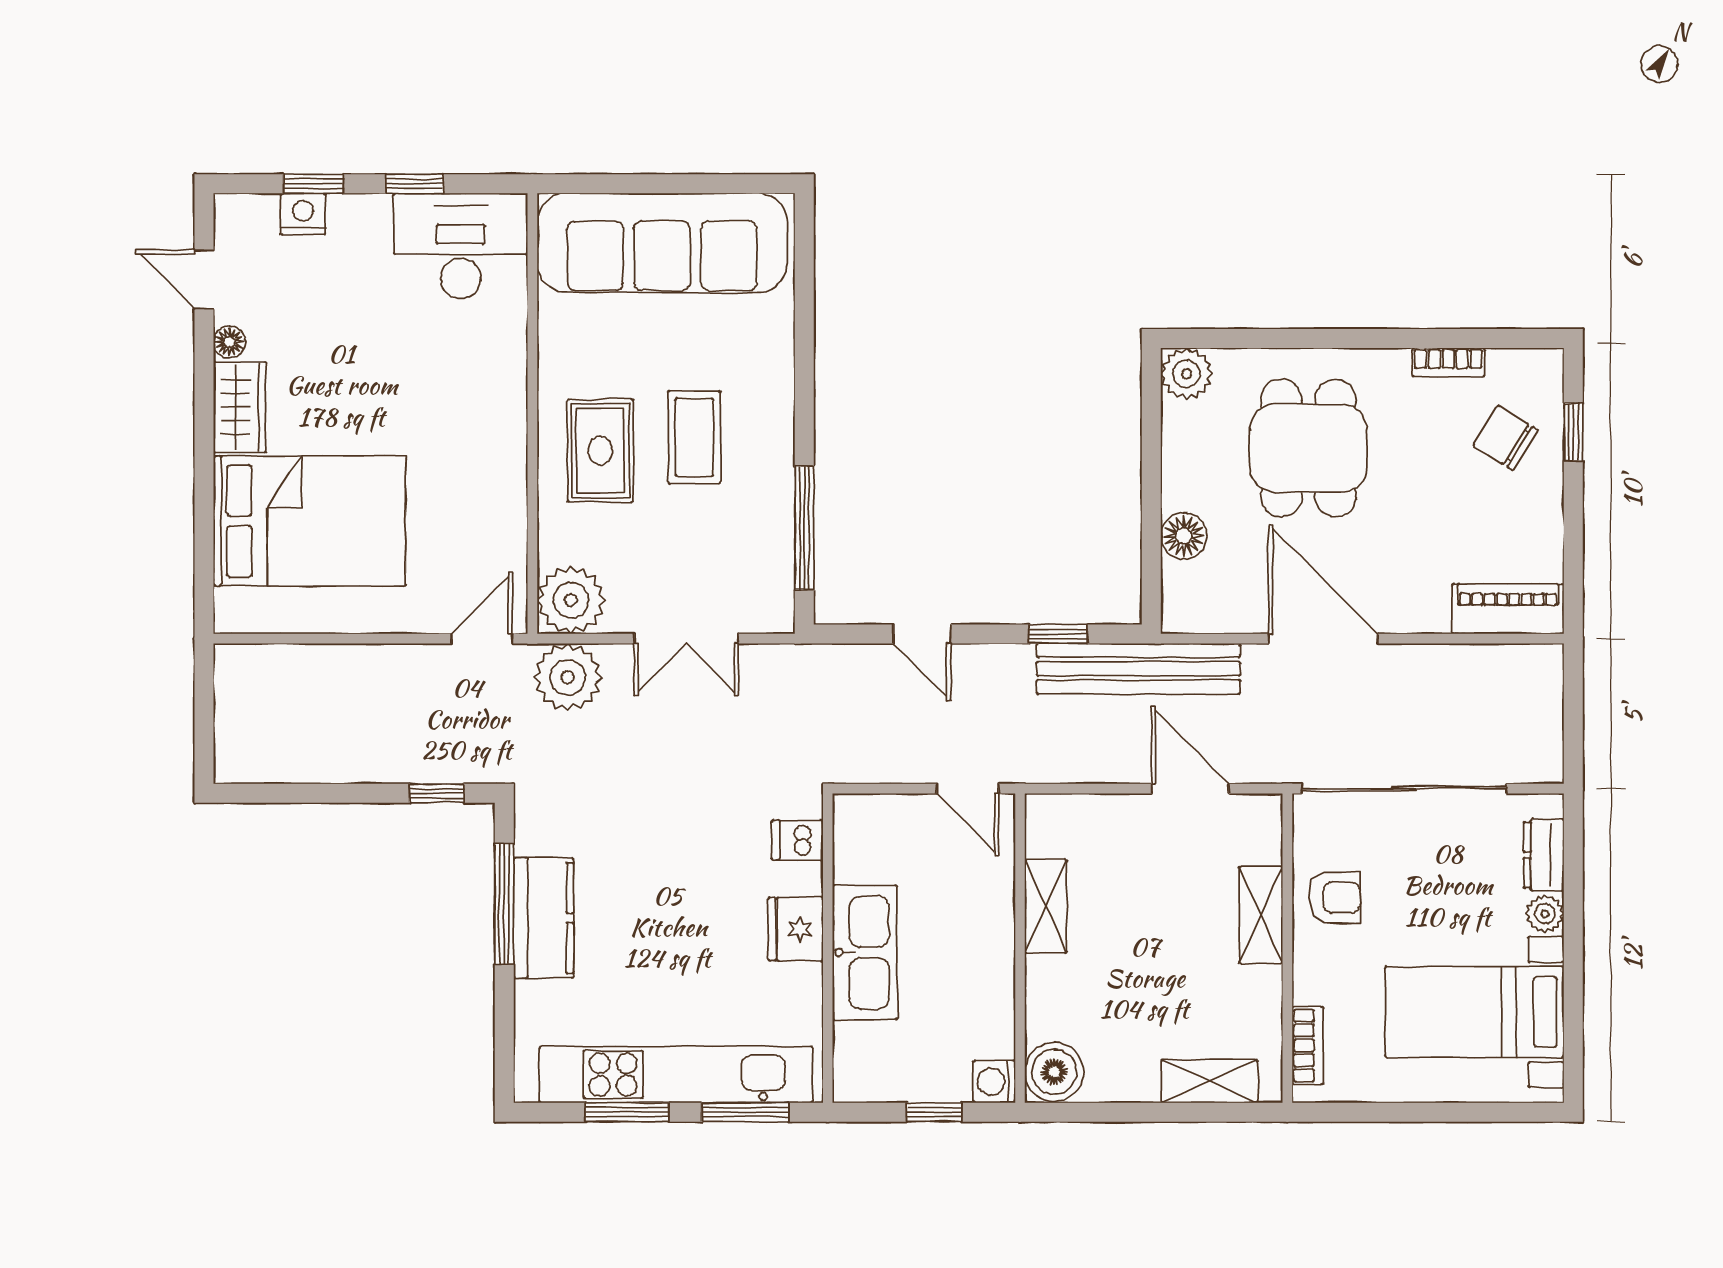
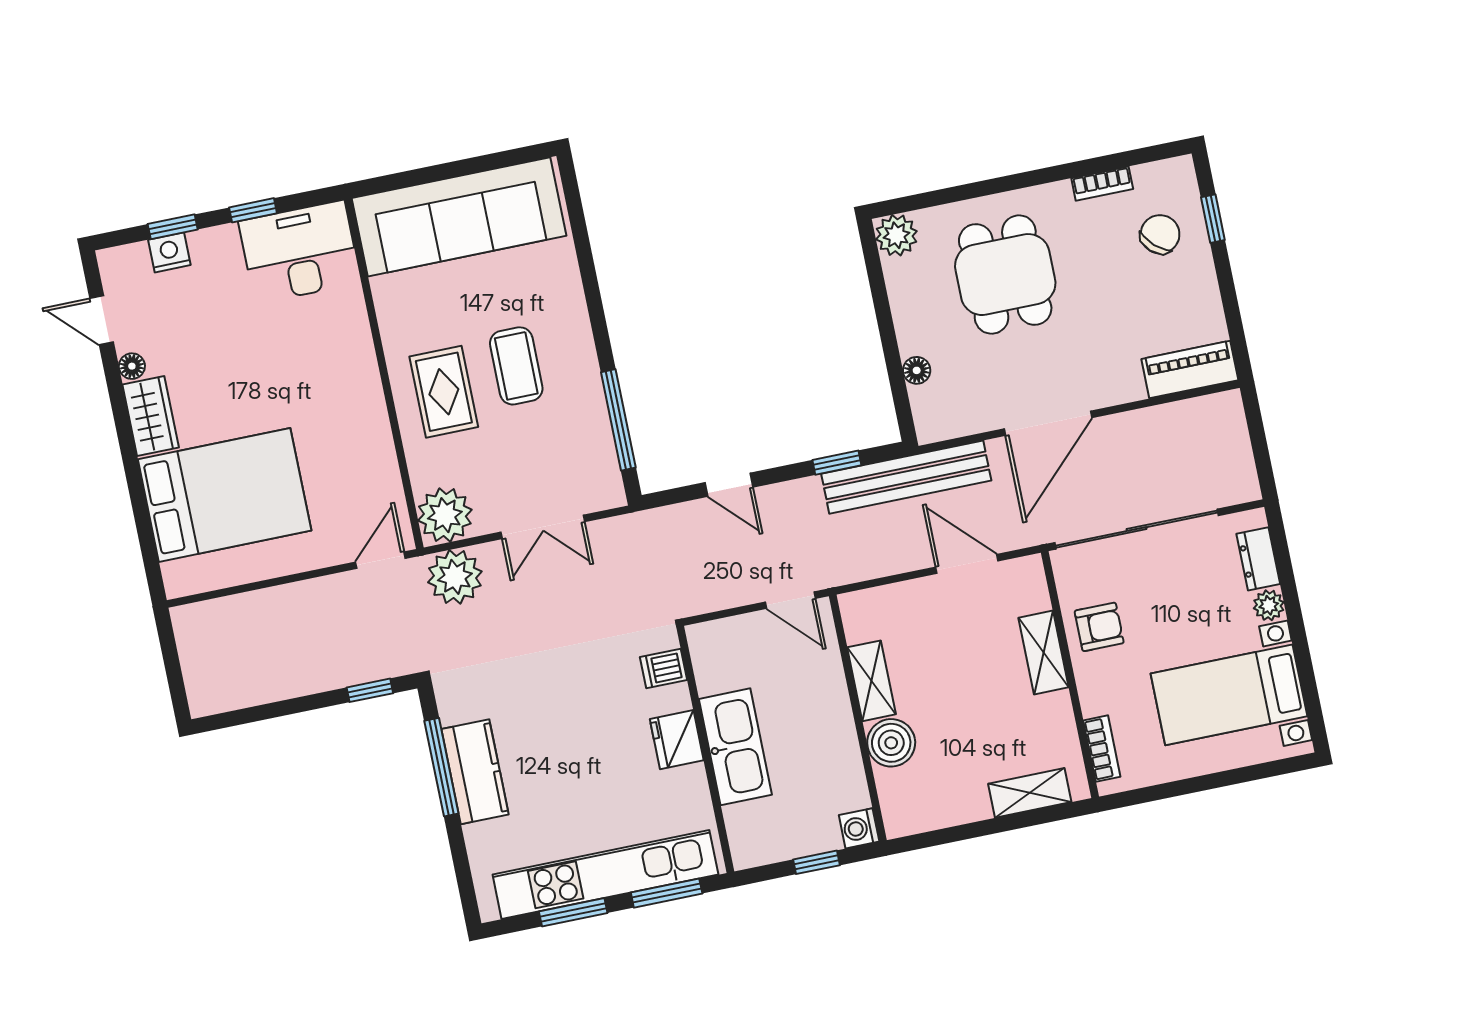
chair: (1506, 438) -> (1160, 234), turned 101
floor lamp: (1184, 536) -> (917, 370), width x0.73, depth x0.73
door: (1323, 639) -> (1048, 423), swing flipped
boiler: (1054, 1072) -> (891, 743), moved

